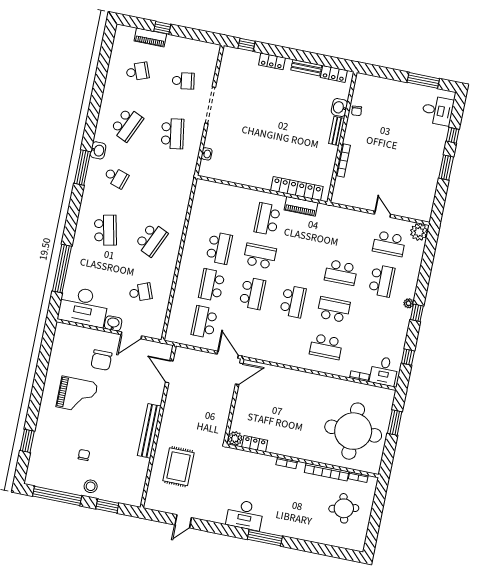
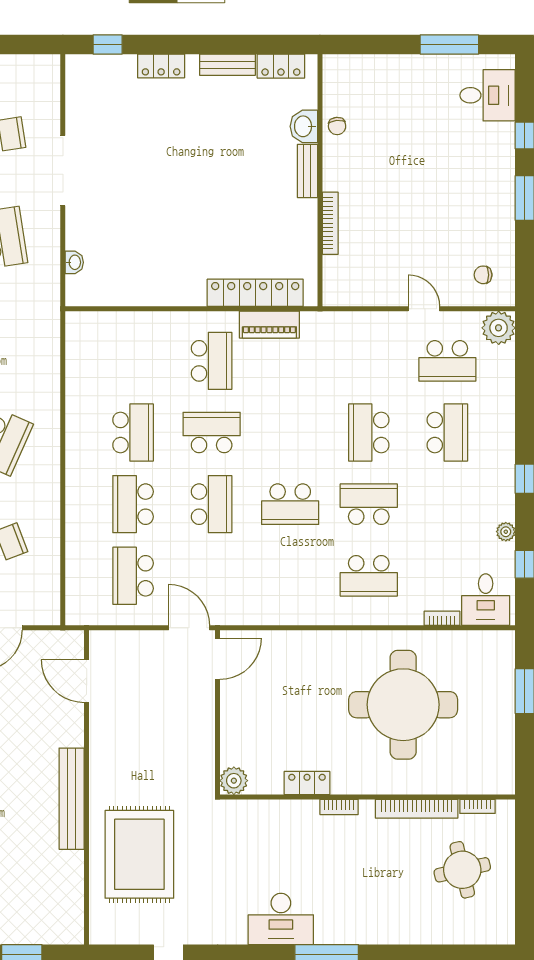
chair: (417, 203) -> (483, 275), added
school desk: (267, 219) -> (212, 361), turned 180
school desk: (341, 273) -> (369, 433), turned 90
school desk: (293, 301) -> (290, 504), turned 90
plant: (409, 303) -> (506, 532), moved
round table: (353, 431) -> (403, 705), moved
locker: (255, 444) -> (307, 783), moved
rug: (178, 467) -> (139, 854), width x1.37, depth x1.44

